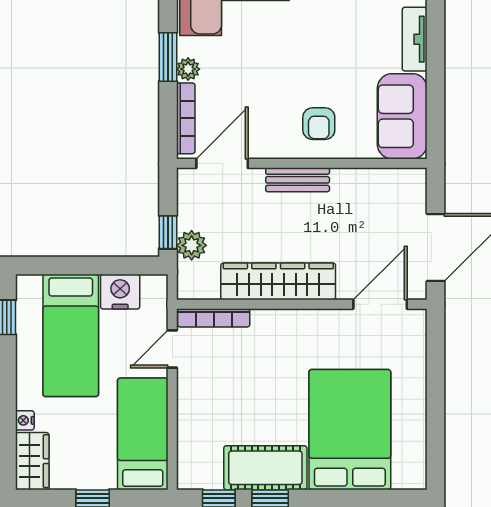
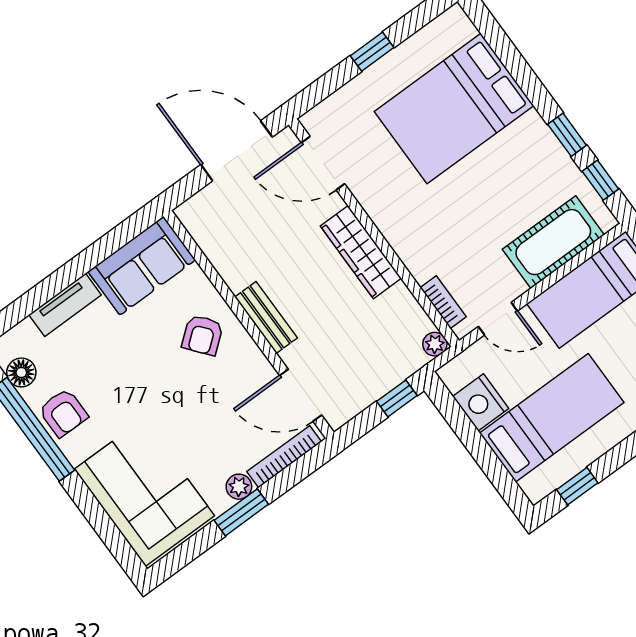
armchair: (319, 124) -> (202, 335), turned 141
plant: (192, 245) -> (435, 344), moved, width x0.73, depth x0.73
wardrobe: (278, 281) -> (361, 252), width x0.71, depth x0.85
bookcase: (214, 318) -> (443, 302), width x0.64
window: (436, 400) -> (372, 52), added
cot: (265, 468) -> (553, 242), moved, turned 90

